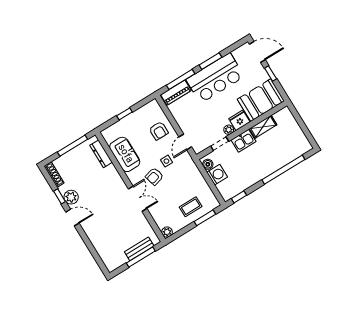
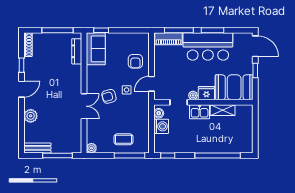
window: (124, 114) -> (101, 30), moved
sofa: (125, 154) -> (96, 49), moved
plant: (71, 197) -> (31, 116), moved
door: (72, 218) -> (22, 89), hinge flipped
window: (205, 218) -> (130, 155), width x1.44
bench: (139, 249) -> (37, 148), moved

